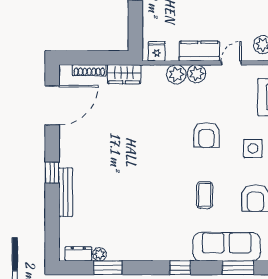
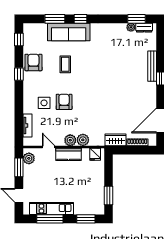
door: (231, 63) -> (49, 147), swing flipped
side table: (253, 148) -> (44, 103), moved
sofa: (227, 247) -> (69, 32), moved
window: (108, 268) -> (136, 19), moved
window: (238, 268) -> (55, 19), moved

